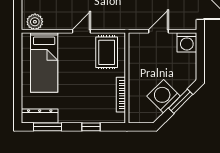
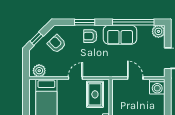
door: (158, 31) -> (135, 78), hinge flipped

